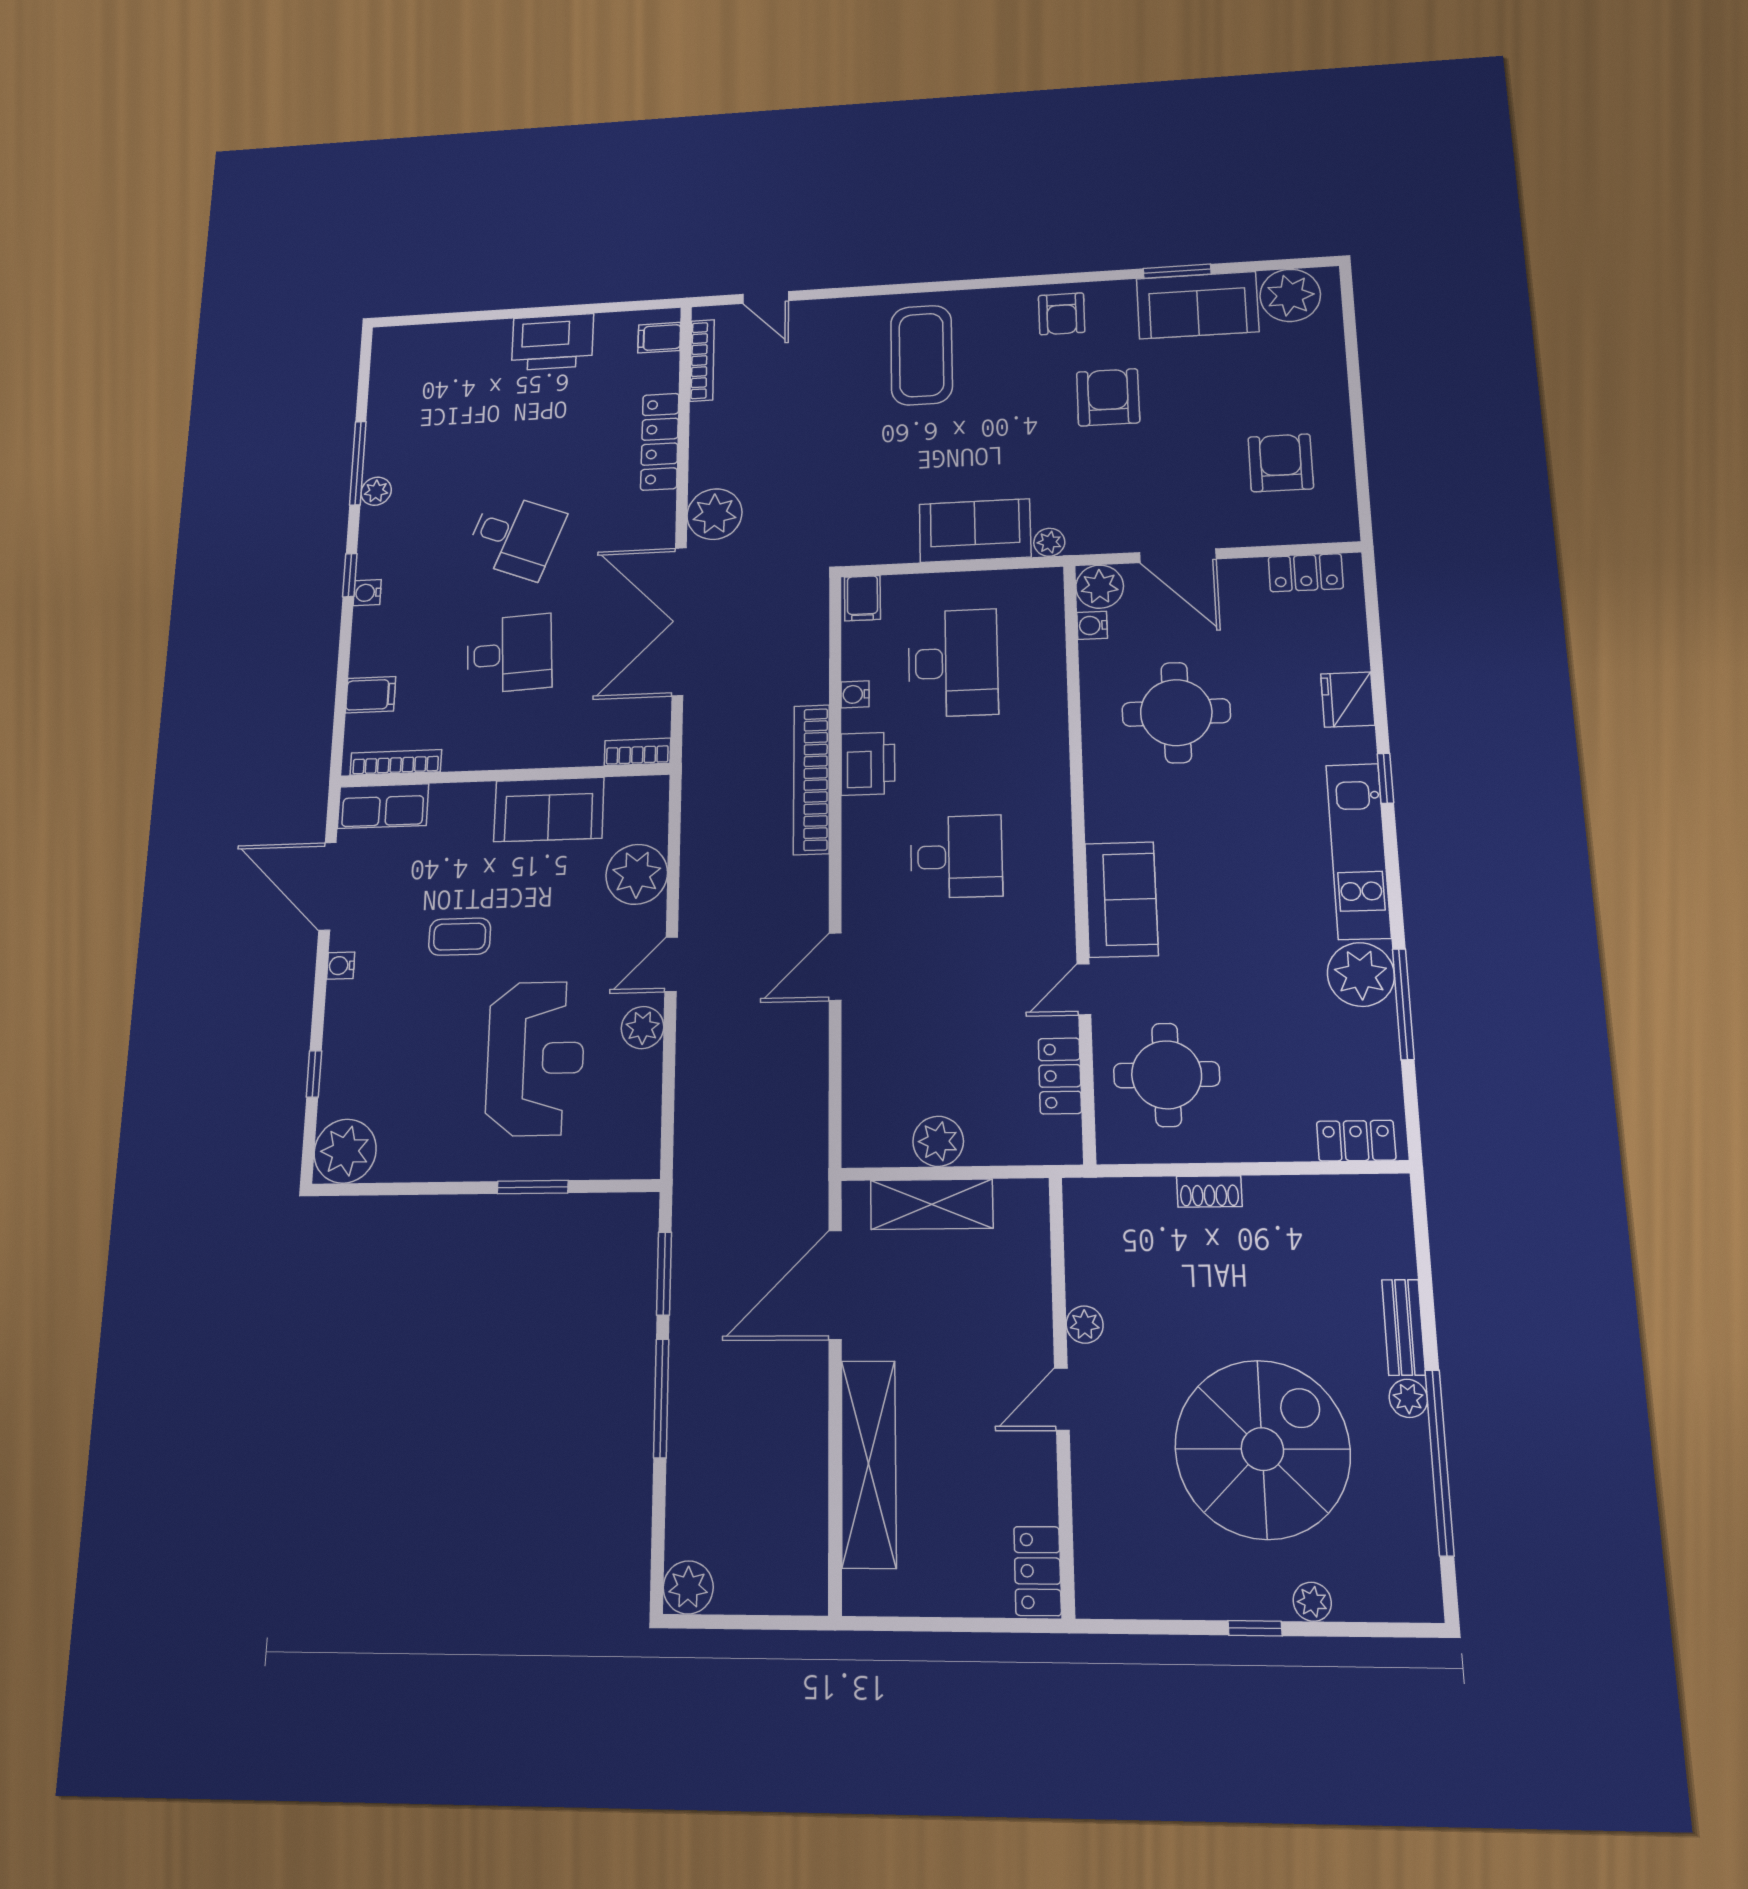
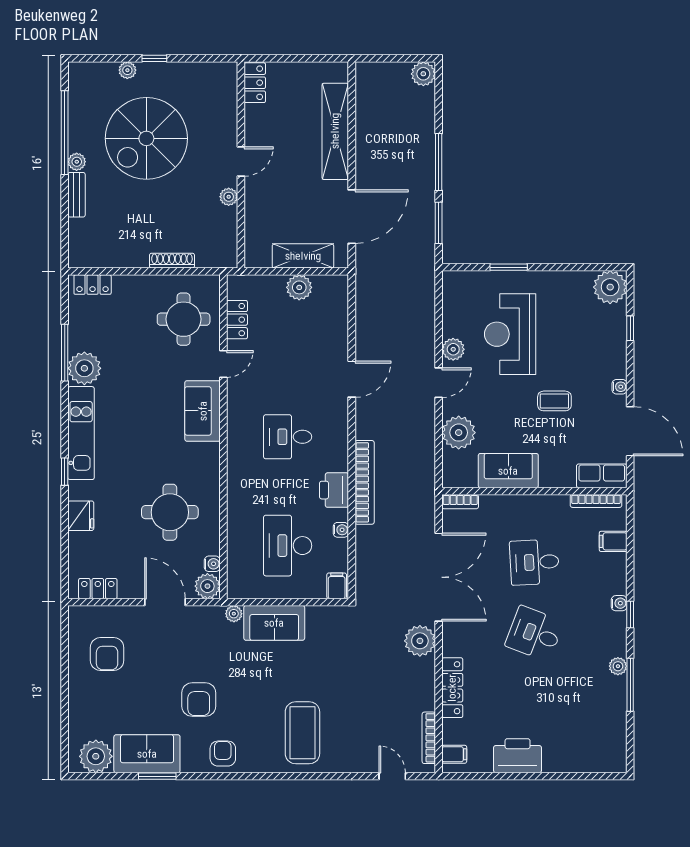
shoe rack: (1209, 1191) -> (172, 261), width x1.43

